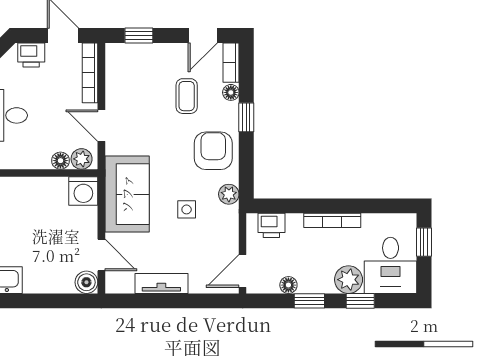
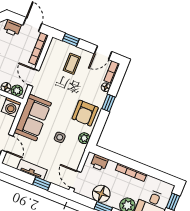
coffee table: (187, 96) -> (72, 64), moved
armchair: (213, 151) -> (85, 113), turned 180
door: (243, 271) -> (76, 180), hinge flipped
floor lamp: (288, 285) -> (101, 194), width x1.89, depth x1.89
window: (187, 301) -> (42, 184), added

